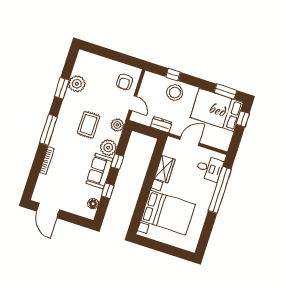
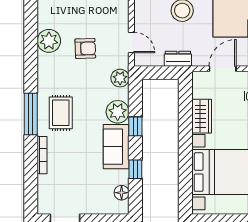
armchair: (125, 82) -> (85, 48), moved, turned -92
window: (62, 88) -> (31, 53), removed
rug: (88, 125) -> (61, 113), moved

